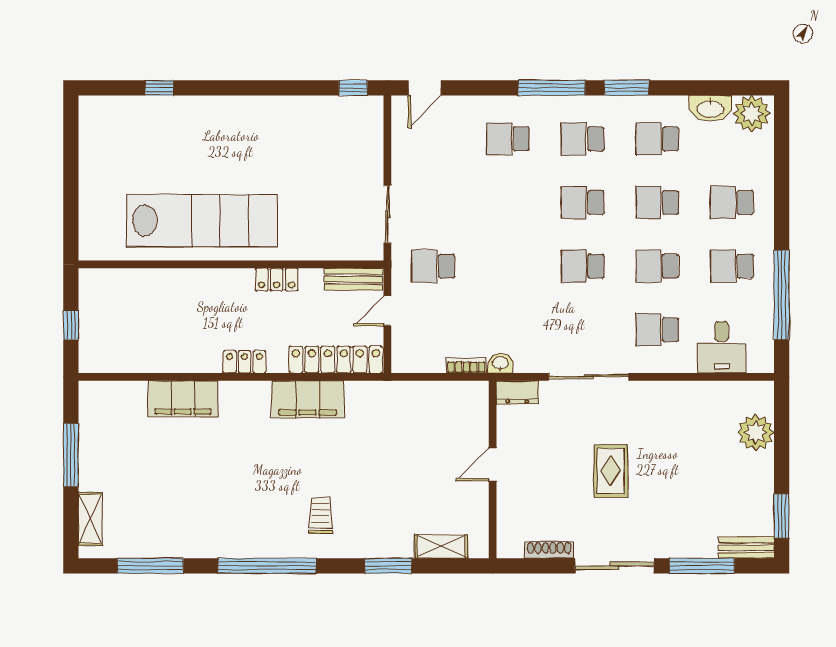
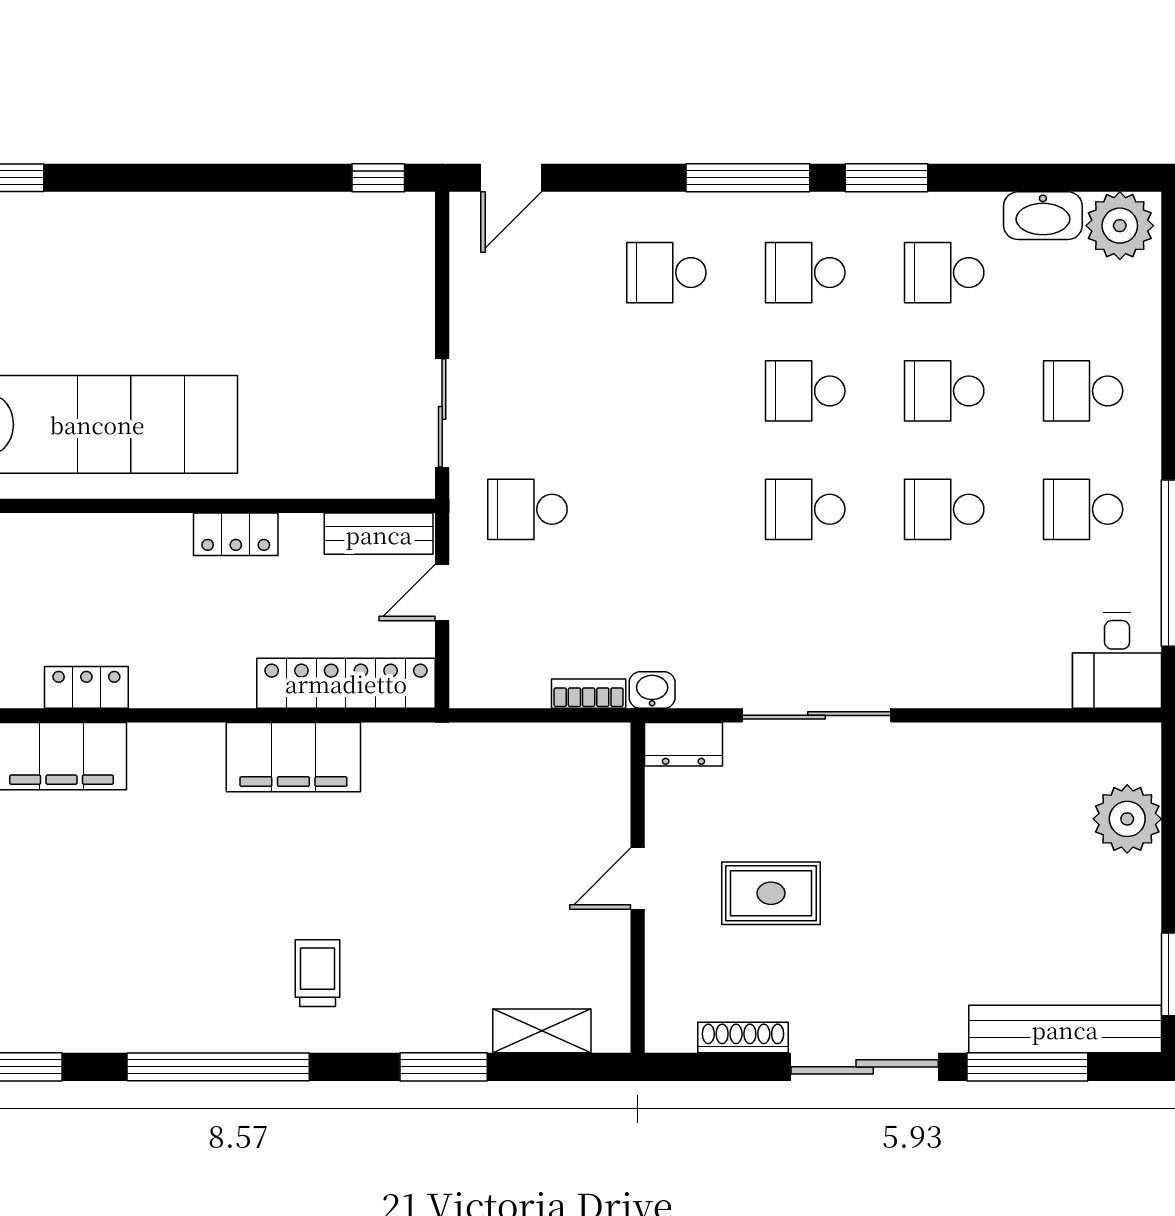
school desk: (657, 330) -> (944, 628), removed
desk: (722, 347) -> (1117, 661), moved
locker: (245, 362) -> (86, 687), moved
rug: (611, 471) -> (771, 893), moved, turned 90
bench: (746, 548) -> (1065, 1029), width x1.86, depth x1.21

